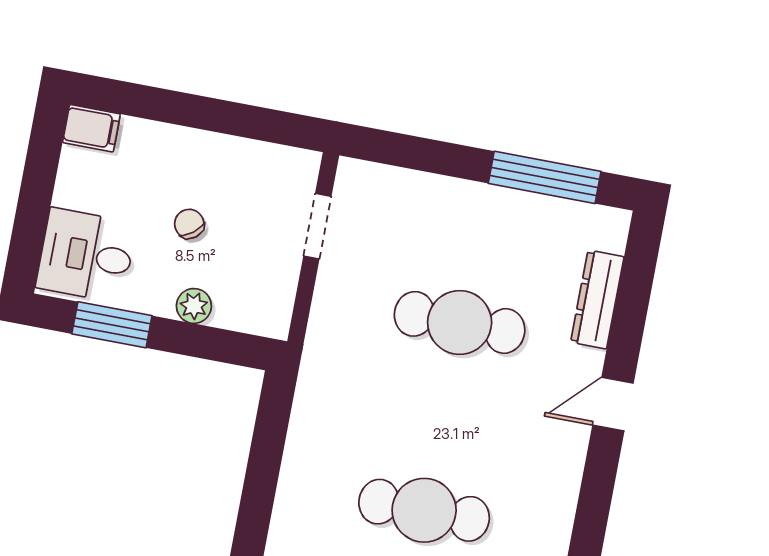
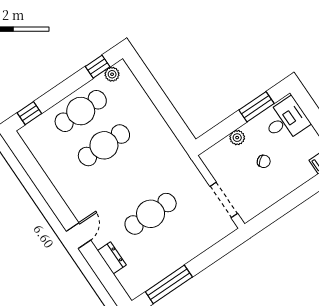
doorway: (317, 226) -> (224, 200), width x1.38
dresser: (597, 299) -> (112, 258), width x0.70

